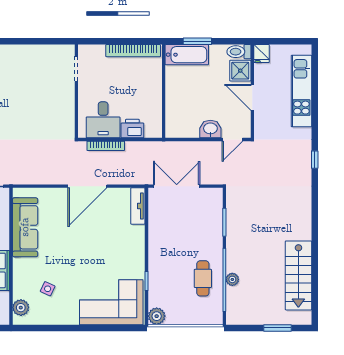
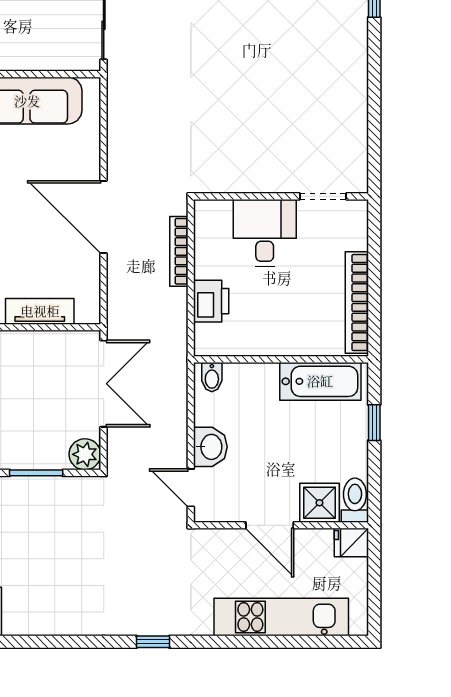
window: (197, 41) -> (374, 423), width x0.67
bathtub: (187, 55) -> (320, 381), moved, turned -90
door: (252, 97) -> (270, 525), swing flipped
desk: (103, 120) -> (265, 233), moved, turned 90
bidet: (173, 128) -> (212, 377), added
plant: (214, 196) -> (85, 454), added
tv unit: (138, 206) -> (40, 311), moved

